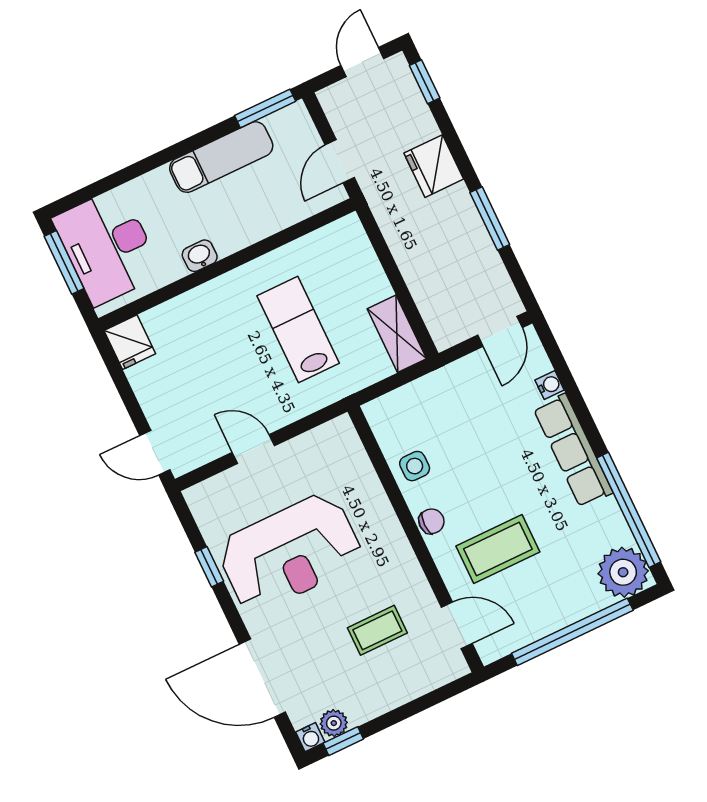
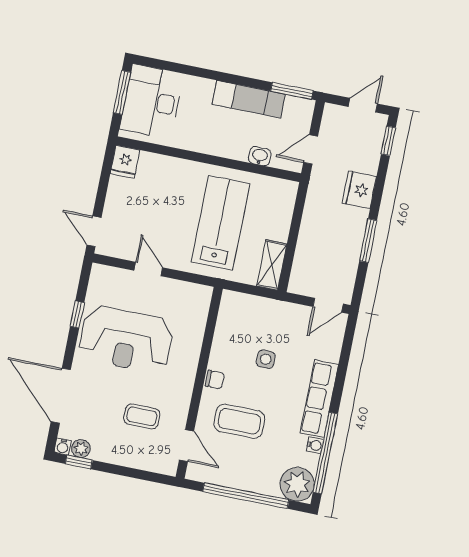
washbasin: (200, 256) -> (260, 156), moved
lab bench: (298, 329) -> (221, 223), width x1.36, depth x1.39
water cooler: (550, 385) -> (315, 445), moved
side table: (415, 466) -> (266, 359), moved

